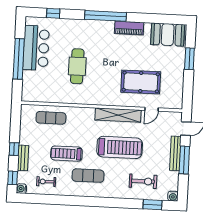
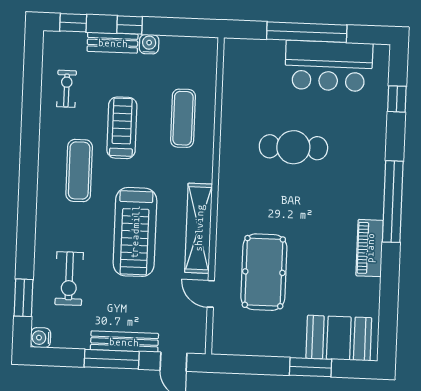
booth: (168, 35) -> (339, 338), moved, turned 90
exercise mat: (51, 118) -> (183, 118), moved
water cooler: (21, 189) -> (149, 44), moved

